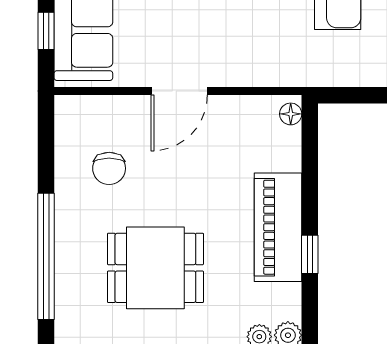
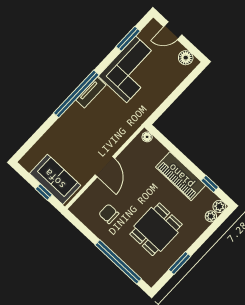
chair: (109, 168) -> (109, 214), turned 180
window: (310, 254) -> (210, 184), moved

